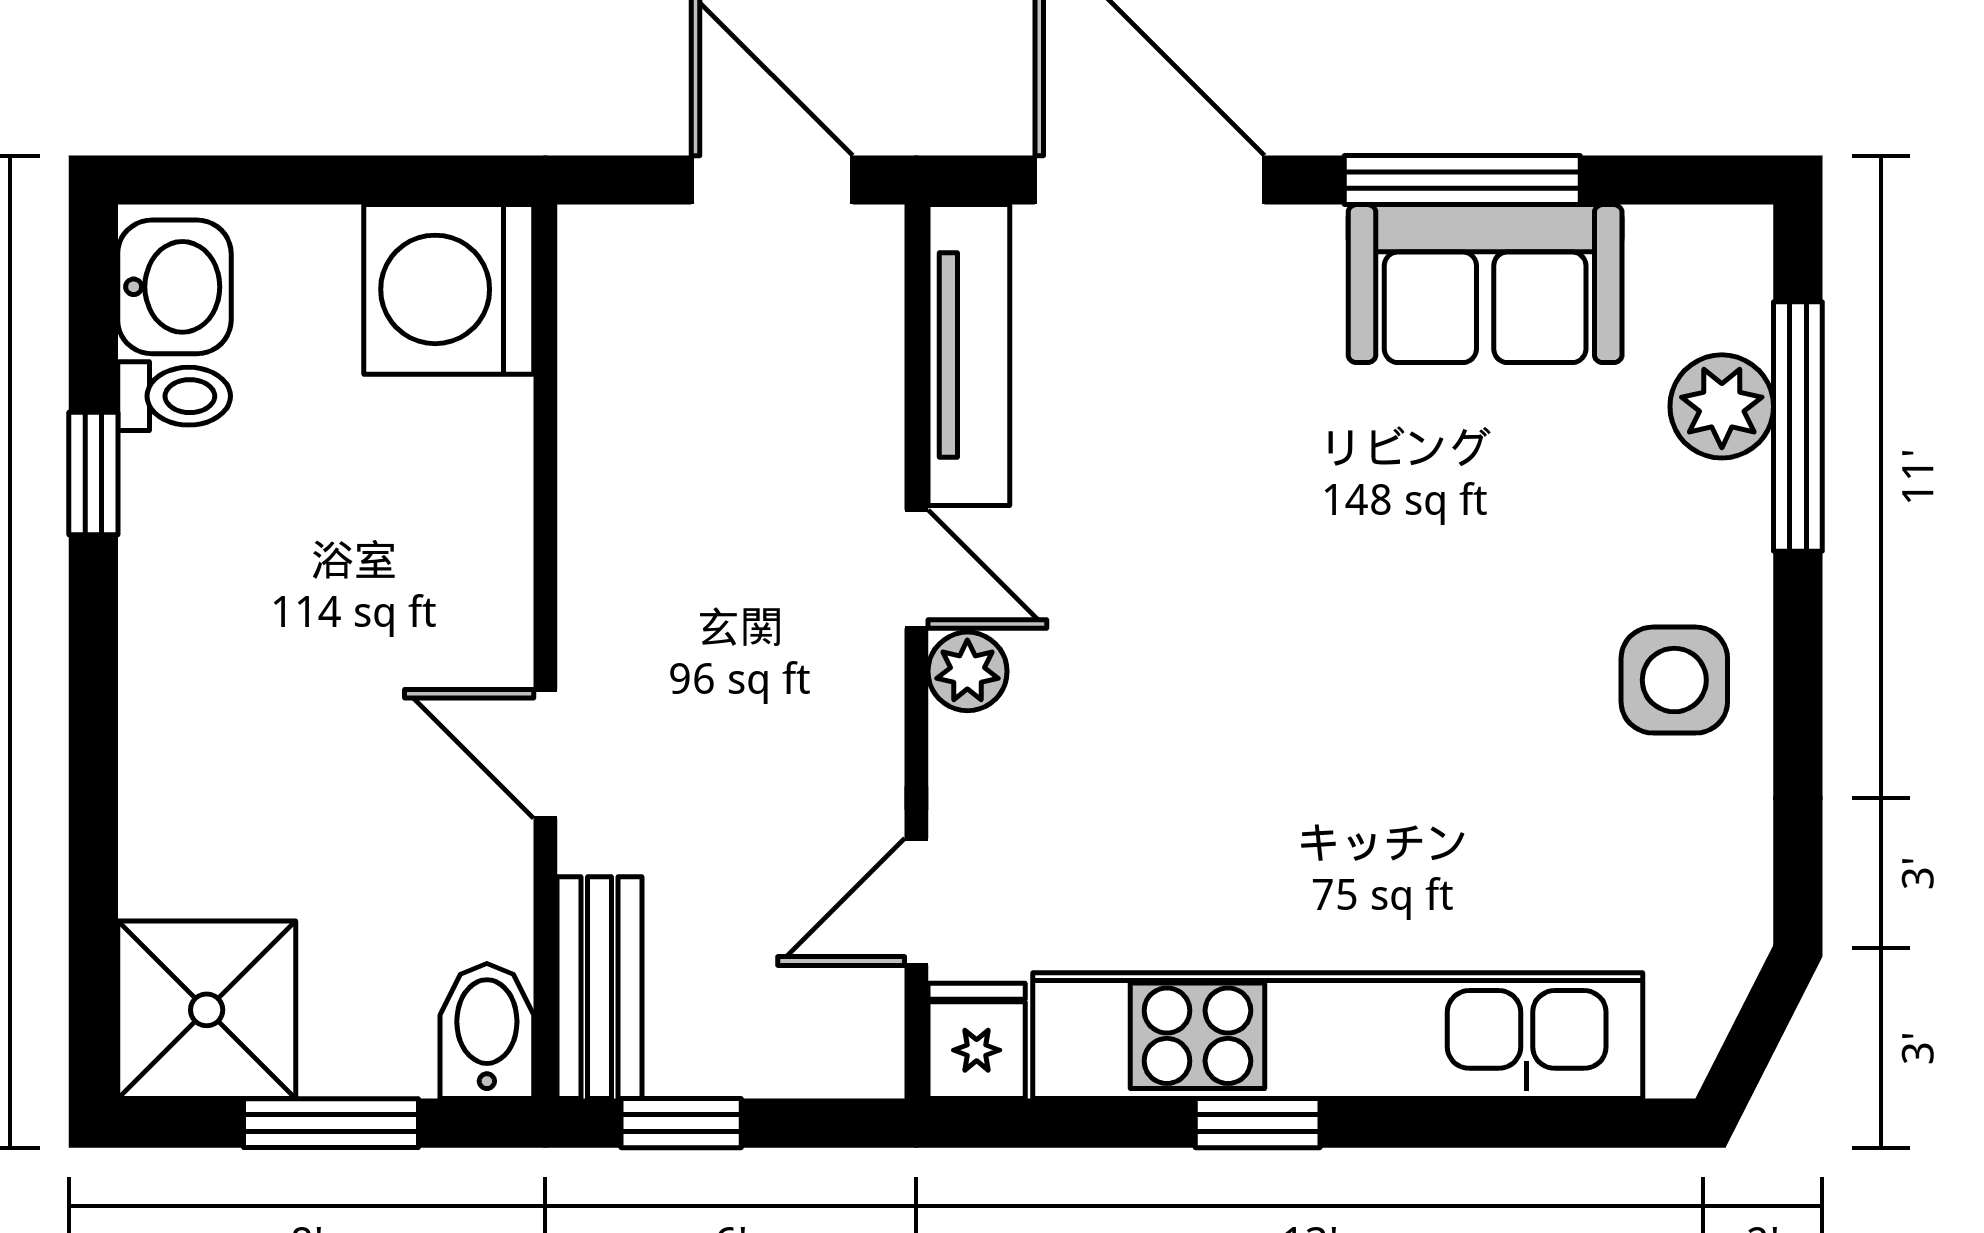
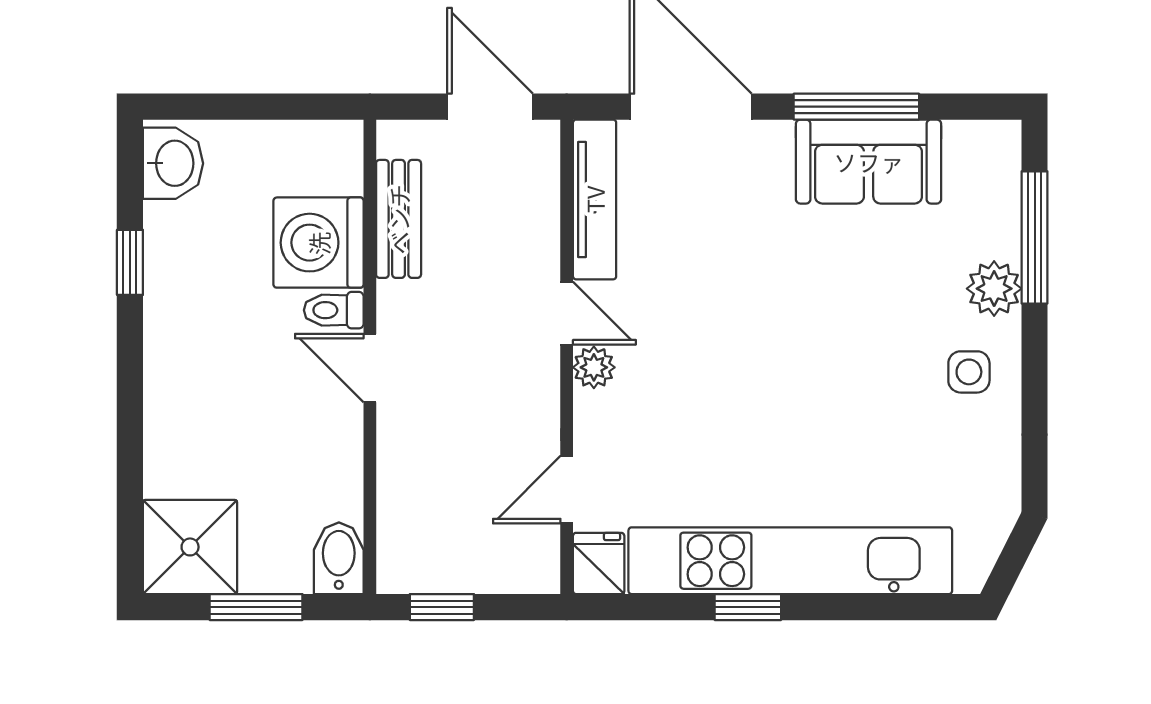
washing machine: (449, 289) -> (319, 243), moved
toilet: (174, 396) -> (334, 310), moved, turned 180
plant: (1722, 406) -> (994, 289), moved
side table: (1674, 680) -> (969, 372), width x0.73, depth x0.73
door: (545, 754) -> (370, 368), moved
bench: (599, 988) -> (399, 219), moved

